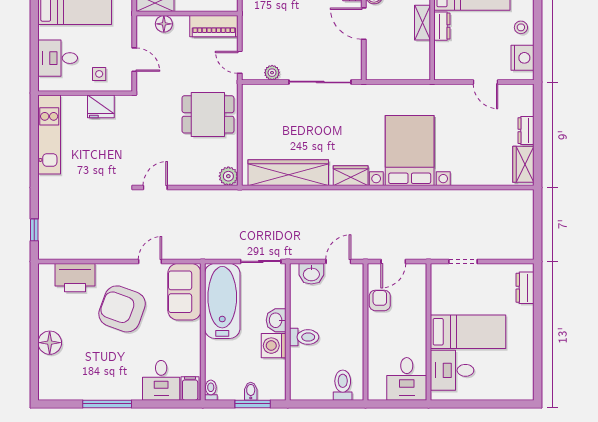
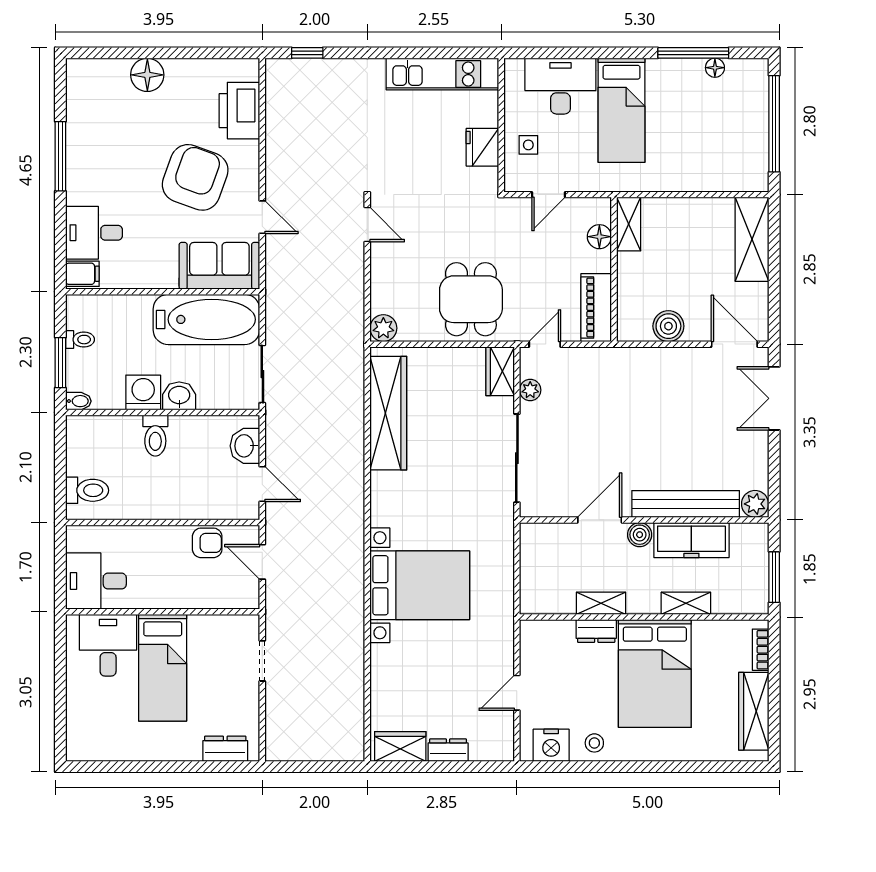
desk: (58, 58) -> (560, 86), width x1.37
wardrobe: (351, 176) -> (500, 371), moved, turned 180
toilet: (211, 390) -> (80, 340), moved
bidet: (251, 391) -> (78, 401), moved

